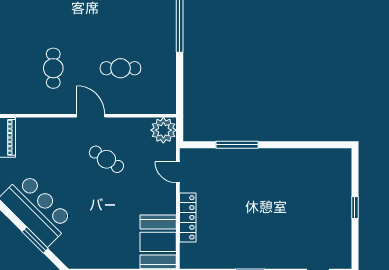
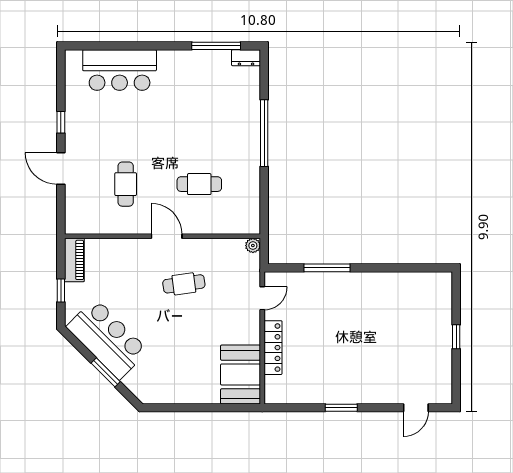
plant: (163, 130) -> (253, 246), width x0.53, depth x0.53
cafe table: (106, 159) -> (184, 284), turned -41
door: (178, 172) -> (262, 298), swing flipped

